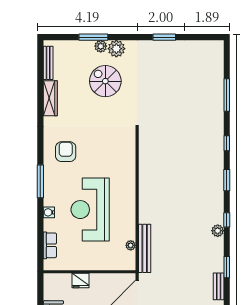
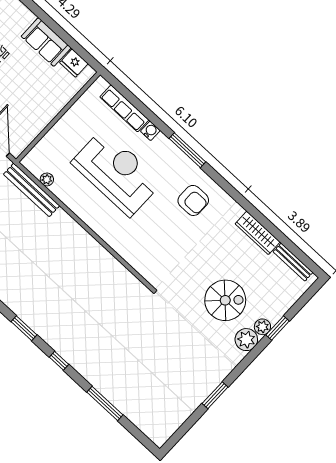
window: (93, 37) -> (278, 328), width x0.69
row of seats: (50, 245) -> (124, 108), width x1.48
fridge: (80, 281) -> (74, 63), moved, turned -90

